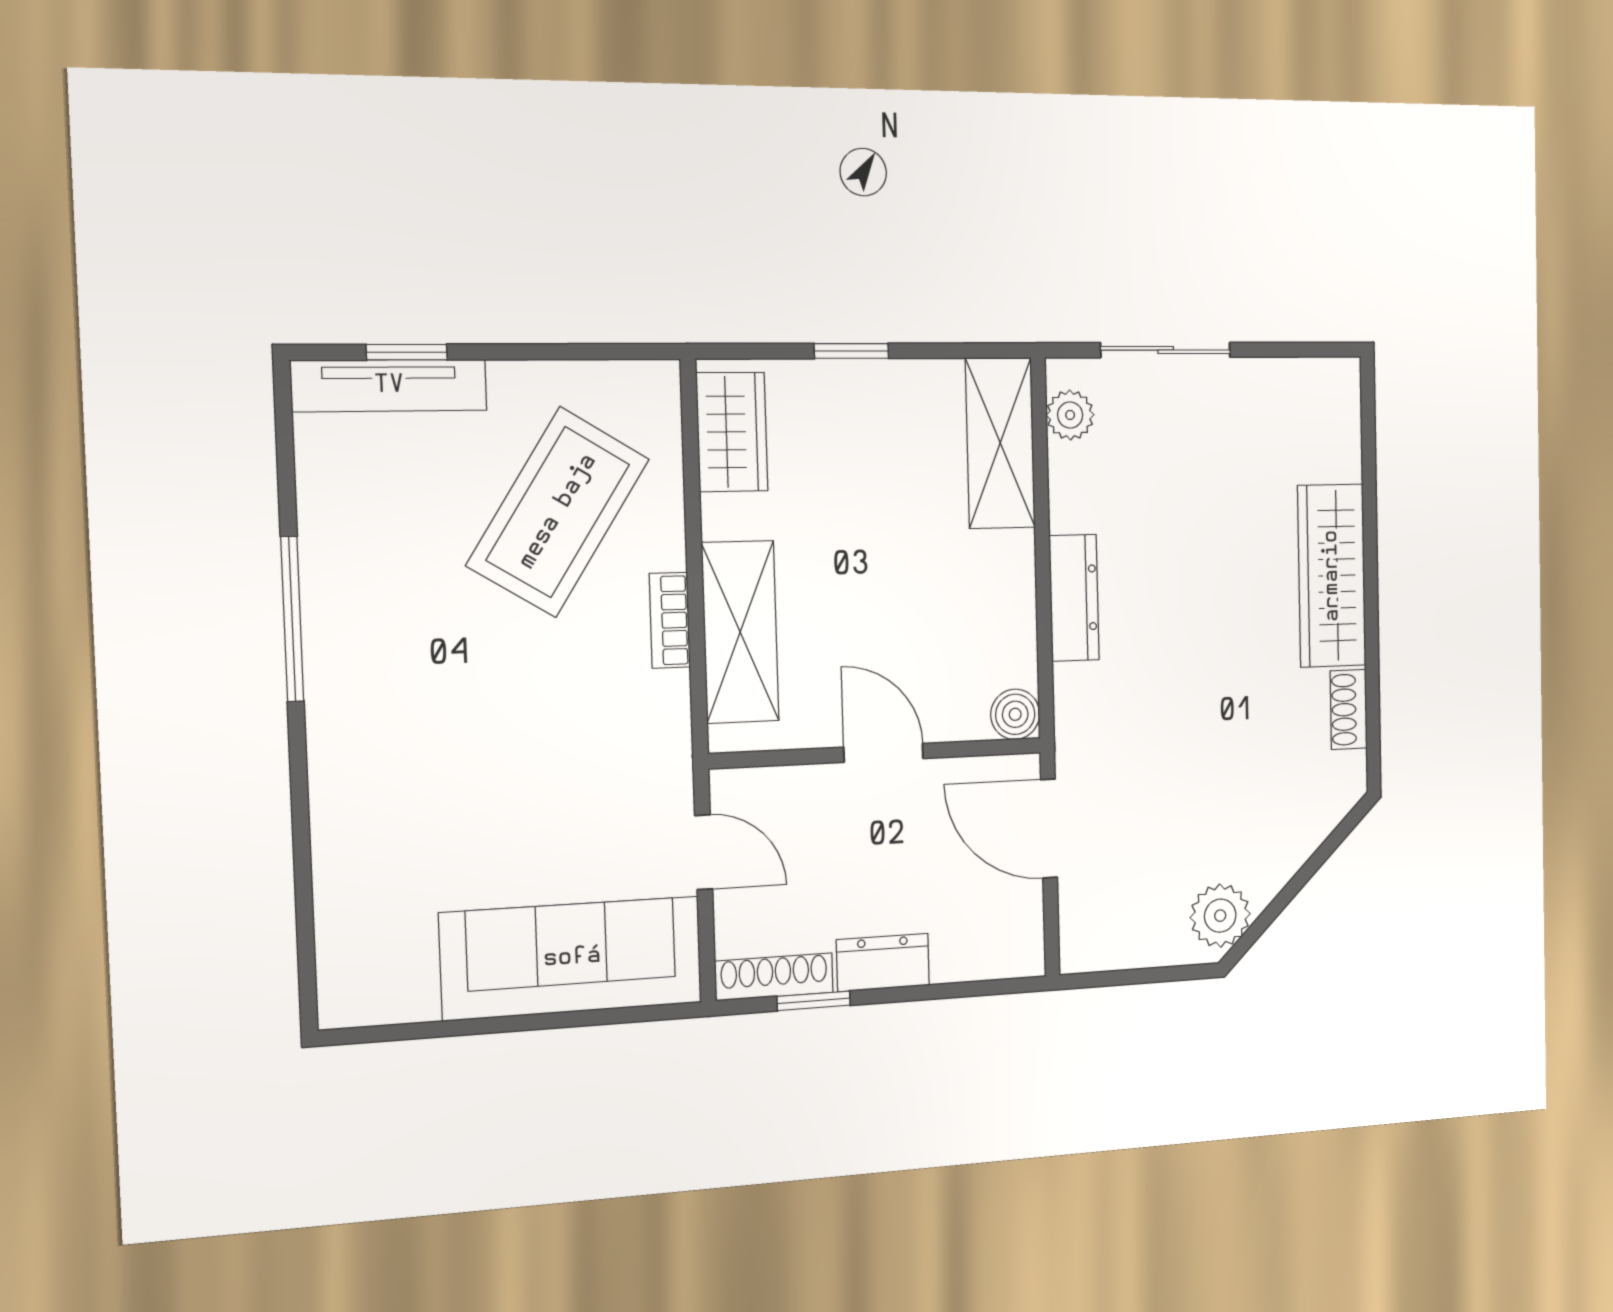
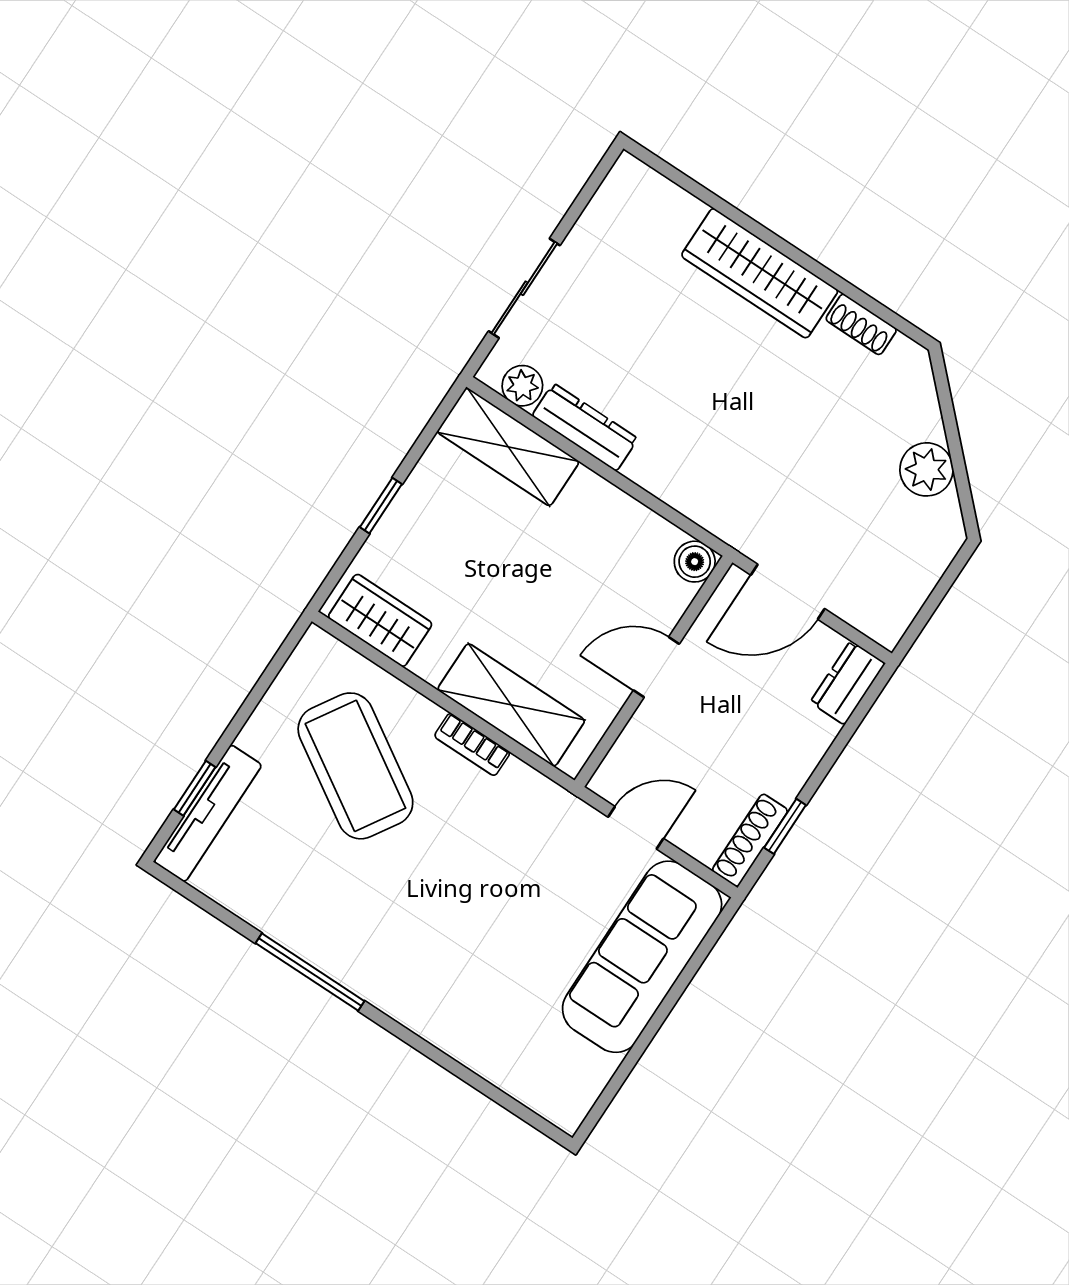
dresser: (1074, 598) -> (585, 427), moved
plant: (1220, 916) -> (926, 469), moved
dresser: (883, 963) -> (848, 683), moved

